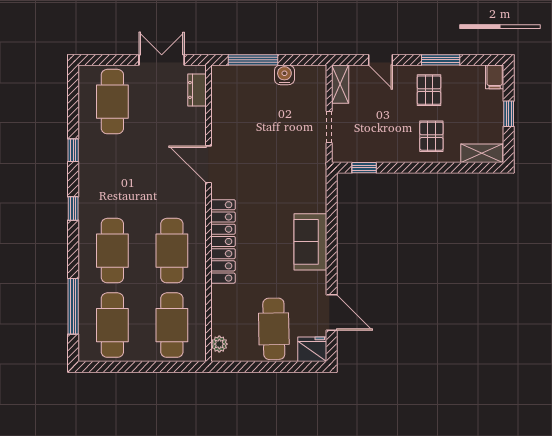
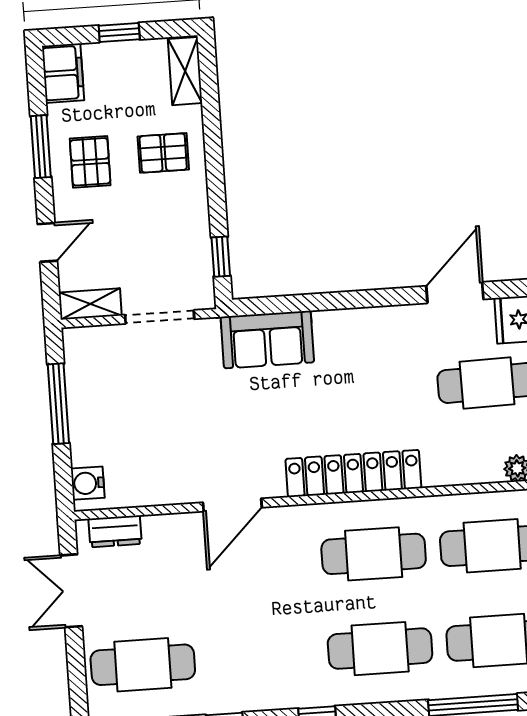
window: (253, 60) -> (58, 404), moved
water cooler: (284, 75) -> (88, 483), moved
filing cabinet: (495, 77) -> (63, 73), width x2.00
pallet: (429, 90) -> (90, 162), turned 90
doorway: (329, 127) -> (160, 317), width x1.38
sofa: (310, 242) -> (267, 340), moved

